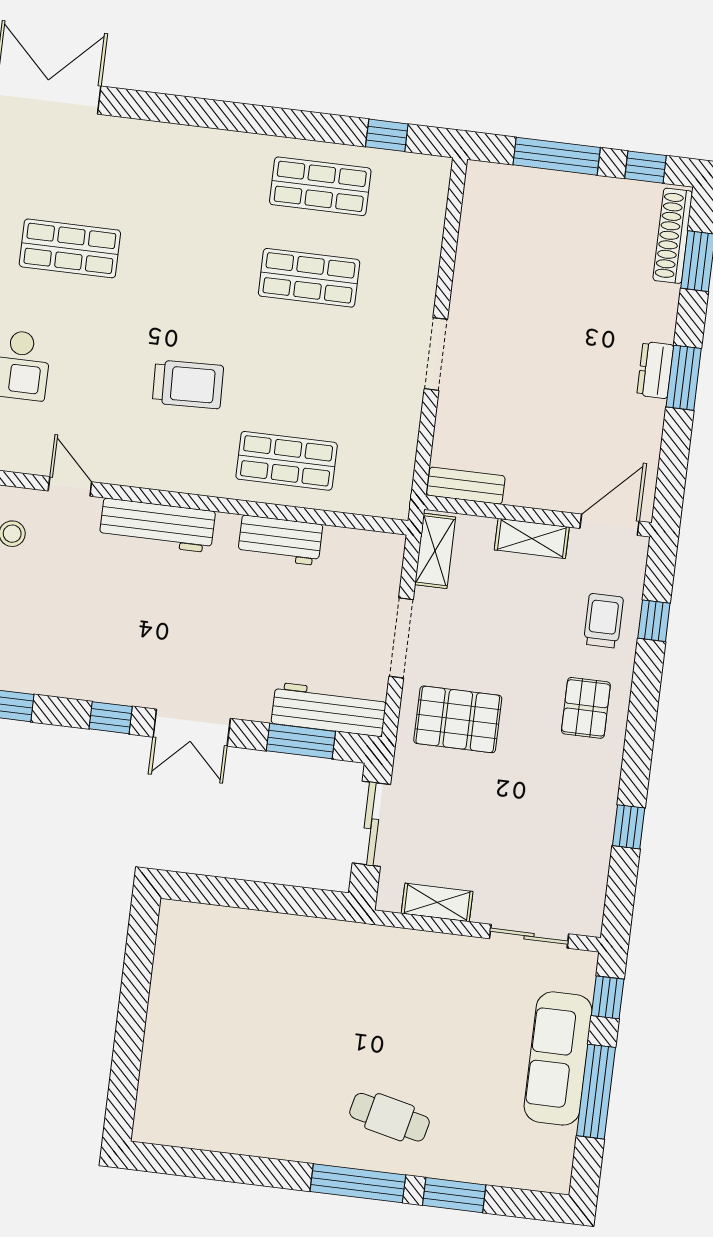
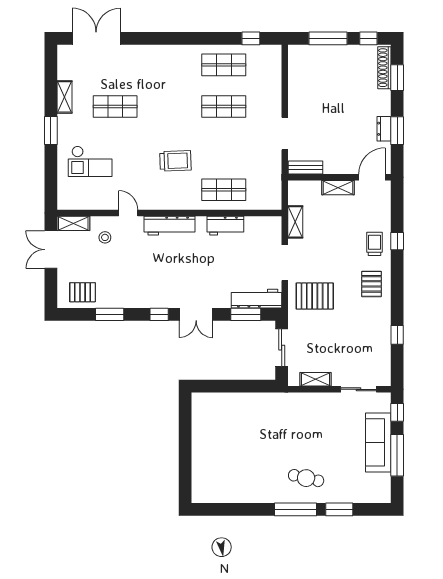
bench: (466, 486) -> (306, 168), moved
wall: (538, 516) -> (339, 177), moved
door: (610, 525) -> (372, 177), moved
shelving: (532, 538) -> (338, 188), moved

